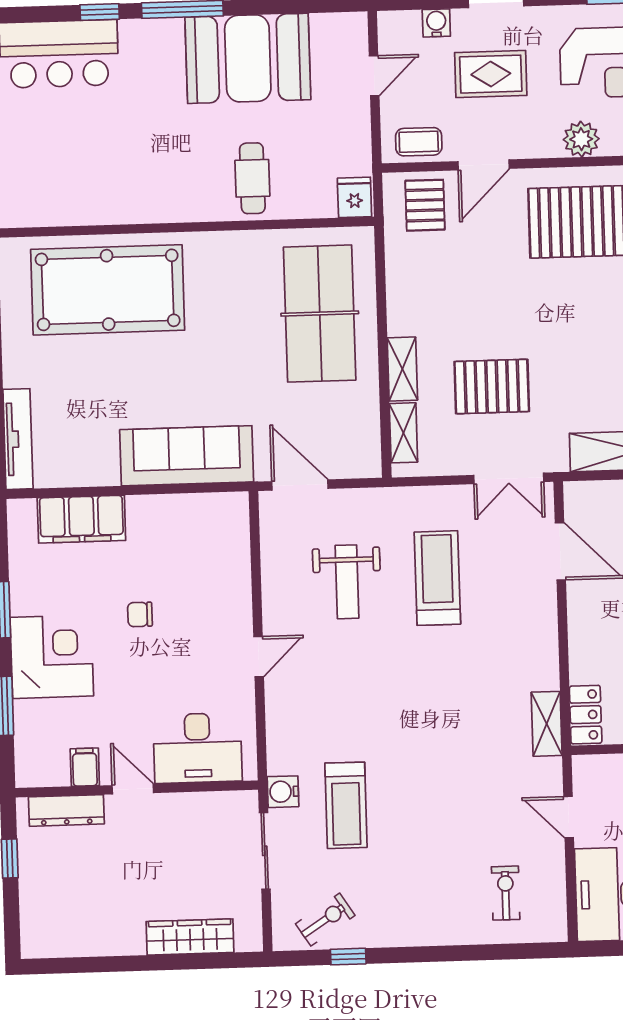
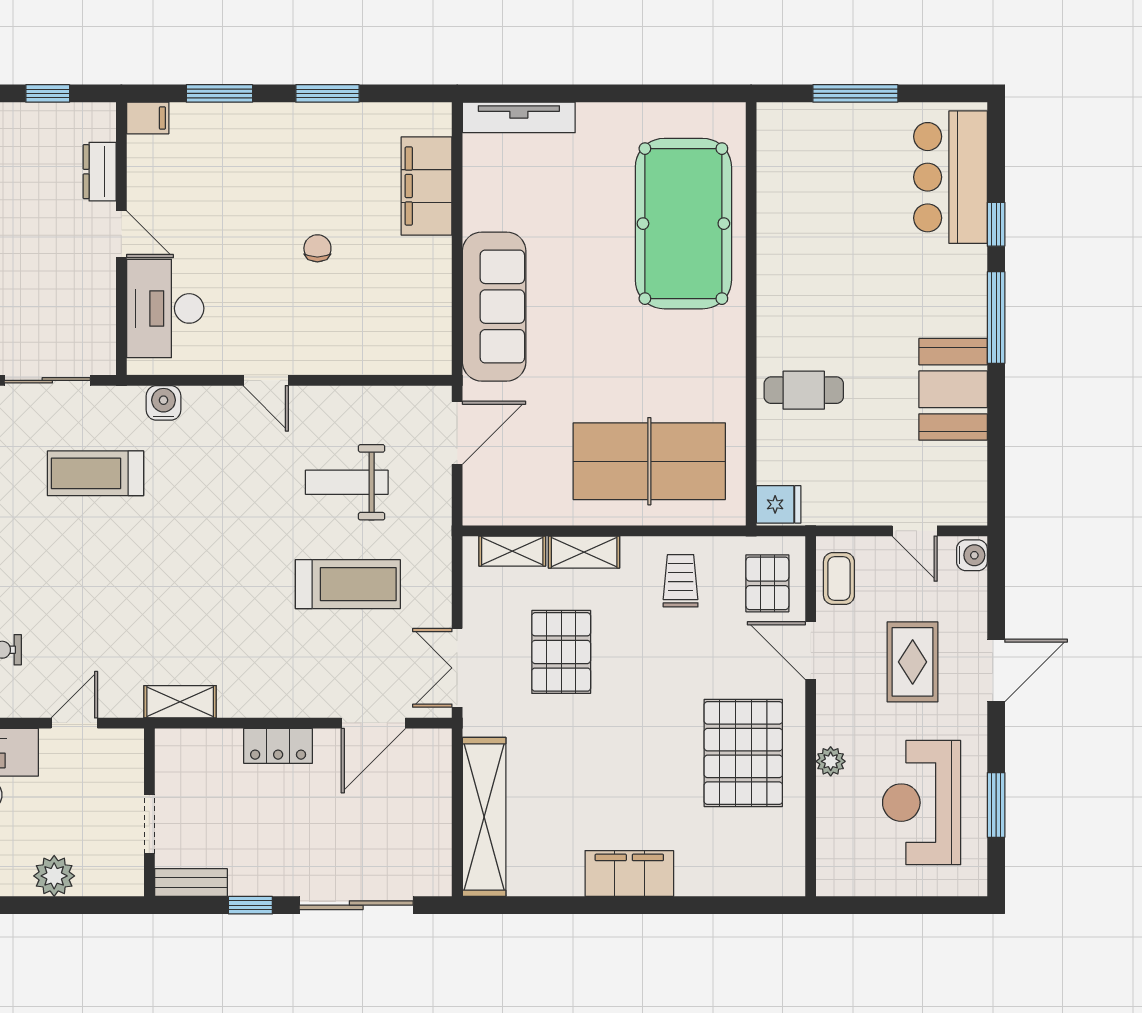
water cooler: (436, 23) -> (972, 555), moved
booth: (248, 58) -> (953, 389), width x0.73, depth x0.70
plant: (581, 139) -> (831, 761), width x0.73, depth x0.73
pallet: (425, 205) -> (767, 583), turned 90
trolley: (425, 282) -> (681, 581), added
corner desk: (52, 657) -> (273, 148), removed
locker: (586, 715) -> (278, 746), moved
filing cabinet: (85, 767) -> (148, 118), moved
door: (133, 789) -> (121, 234), hinge flipped
water cooler: (283, 792) -> (164, 403), moved
dresser: (66, 810) -> (100, 172), width x0.70

